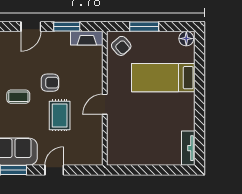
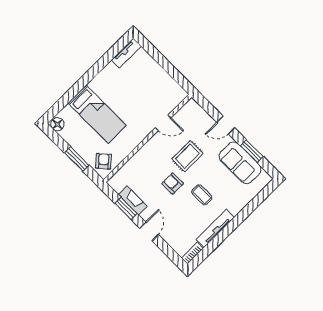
door: (31, 27) -> (149, 231), hinge flipped
fireplace: (87, 38) -> (133, 200), moved
door: (105, 104) -> (163, 123), moved

